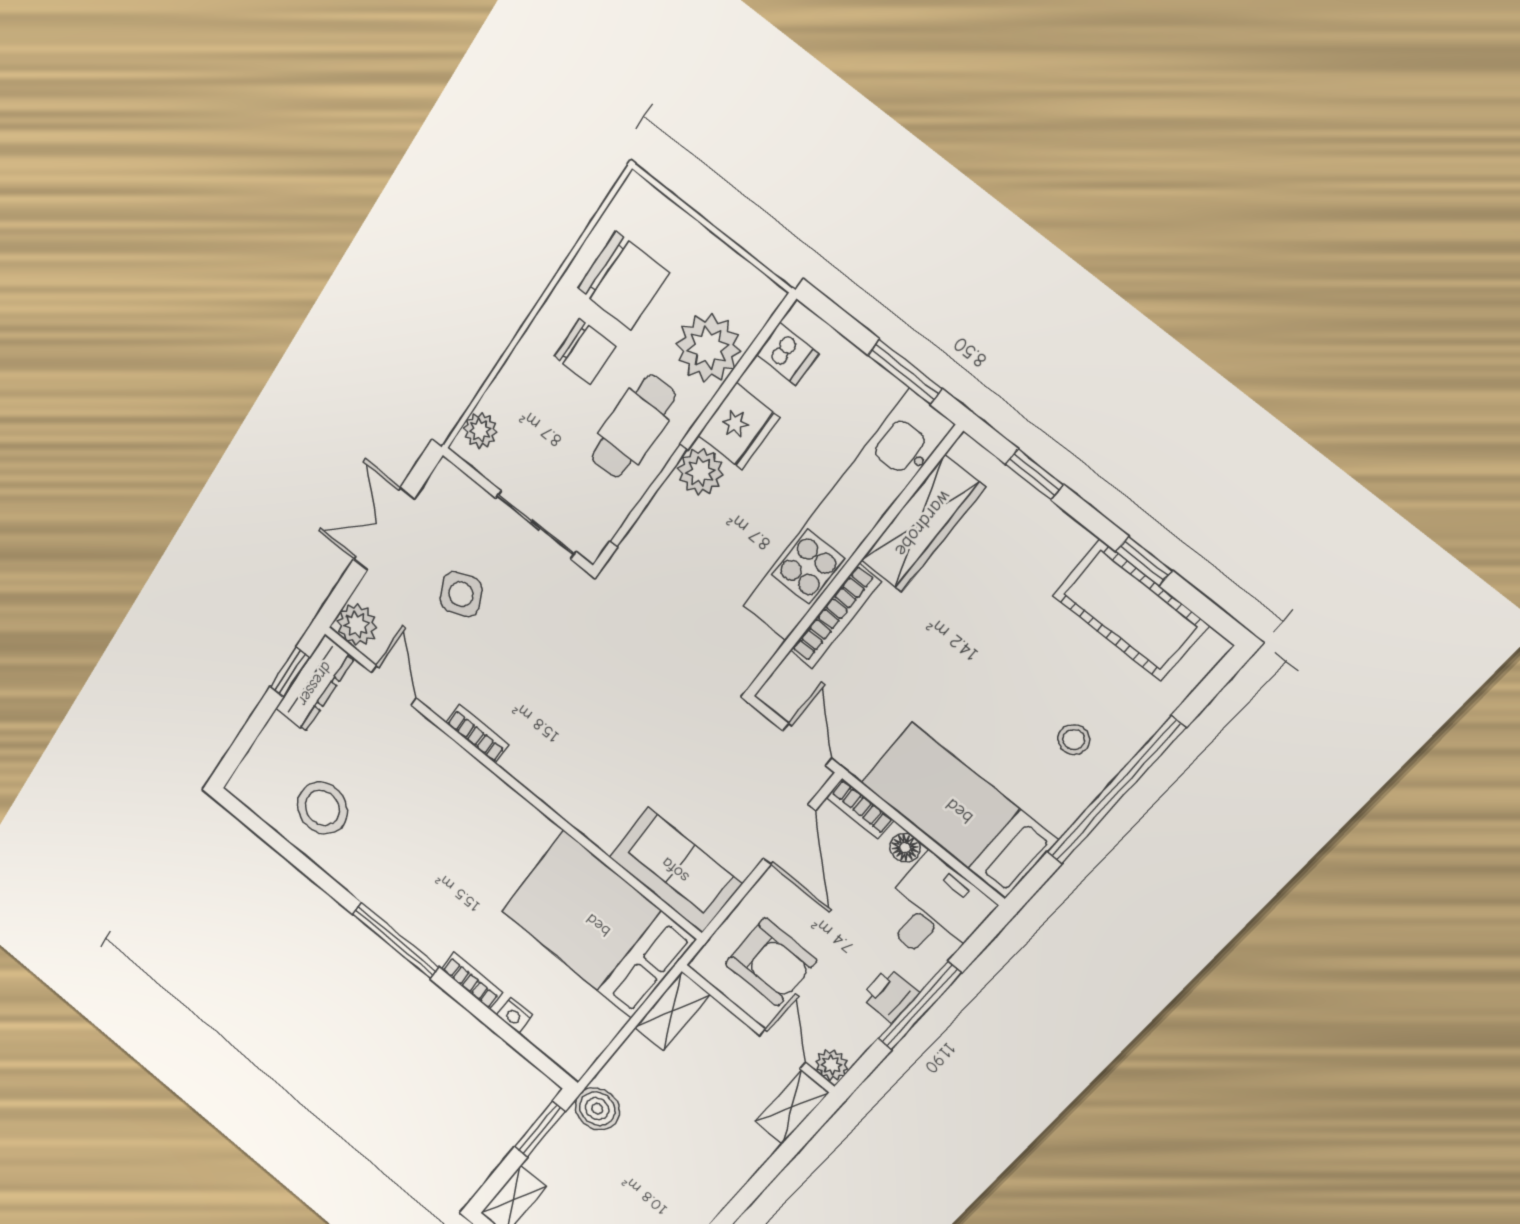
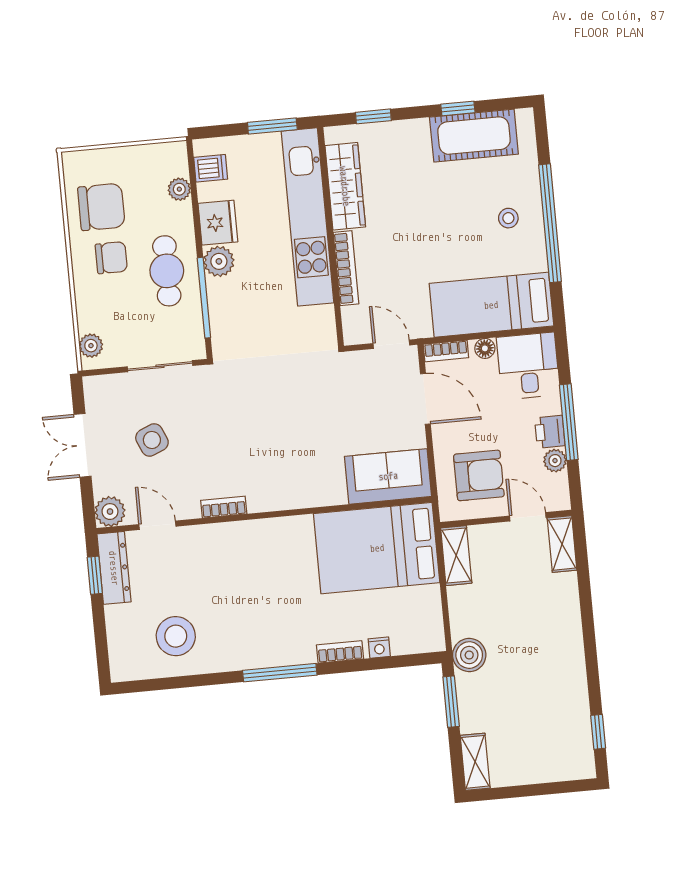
plant: (708, 348) -> (179, 189), width x0.53, depth x0.53
plant: (831, 1065) -> (555, 461), moved

